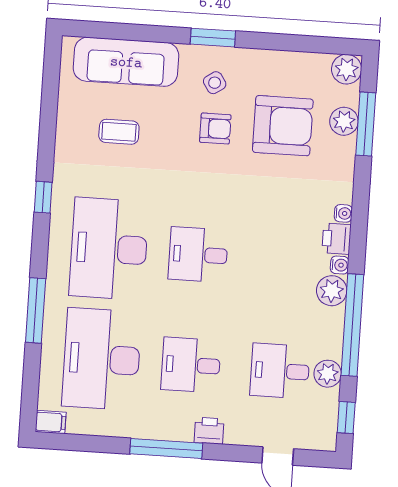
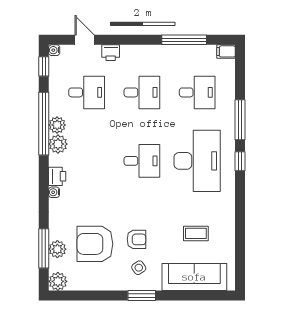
armchair: (215, 129) -> (136, 239), turned 180
window: (43, 197) -> (240, 161), moved
water cooler: (340, 265) -> (54, 50), moved
desk: (102, 359) -> (197, 92), width x0.53, depth x0.77
plant: (328, 374) -> (57, 125), moved
printer: (209, 431) -> (111, 53), moved
window: (166, 449) -> (184, 40), moved

